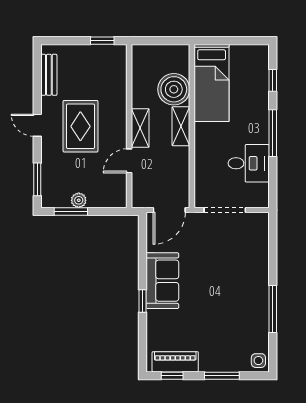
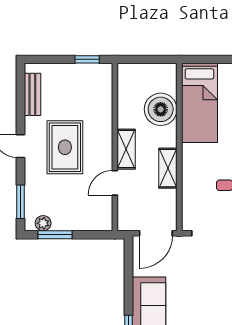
shelving: (181, 126) -> (168, 168), moved
plant: (79, 200) -> (43, 223), moved

